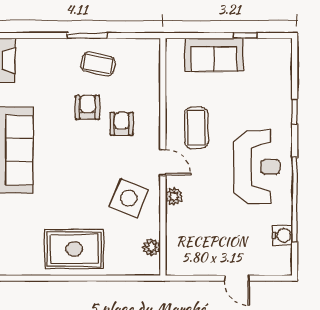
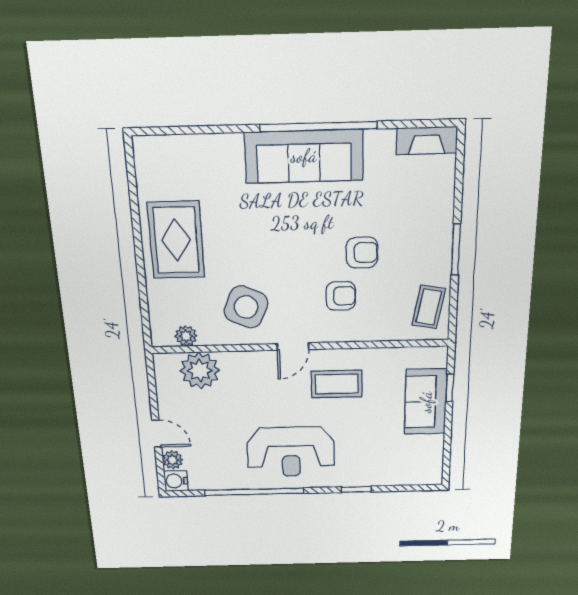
window: (245, 36) -> (450, 388), moved
coffee table: (98, 64) -> (429, 307), moved
plant: (174, 196) -> (200, 371), moved, width x1.88, depth x1.88
water cooler: (282, 235) -> (176, 481), moved, turned 90
plant: (262, 267) -> (173, 460), added
door: (237, 278) -> (157, 434), swing flipped

